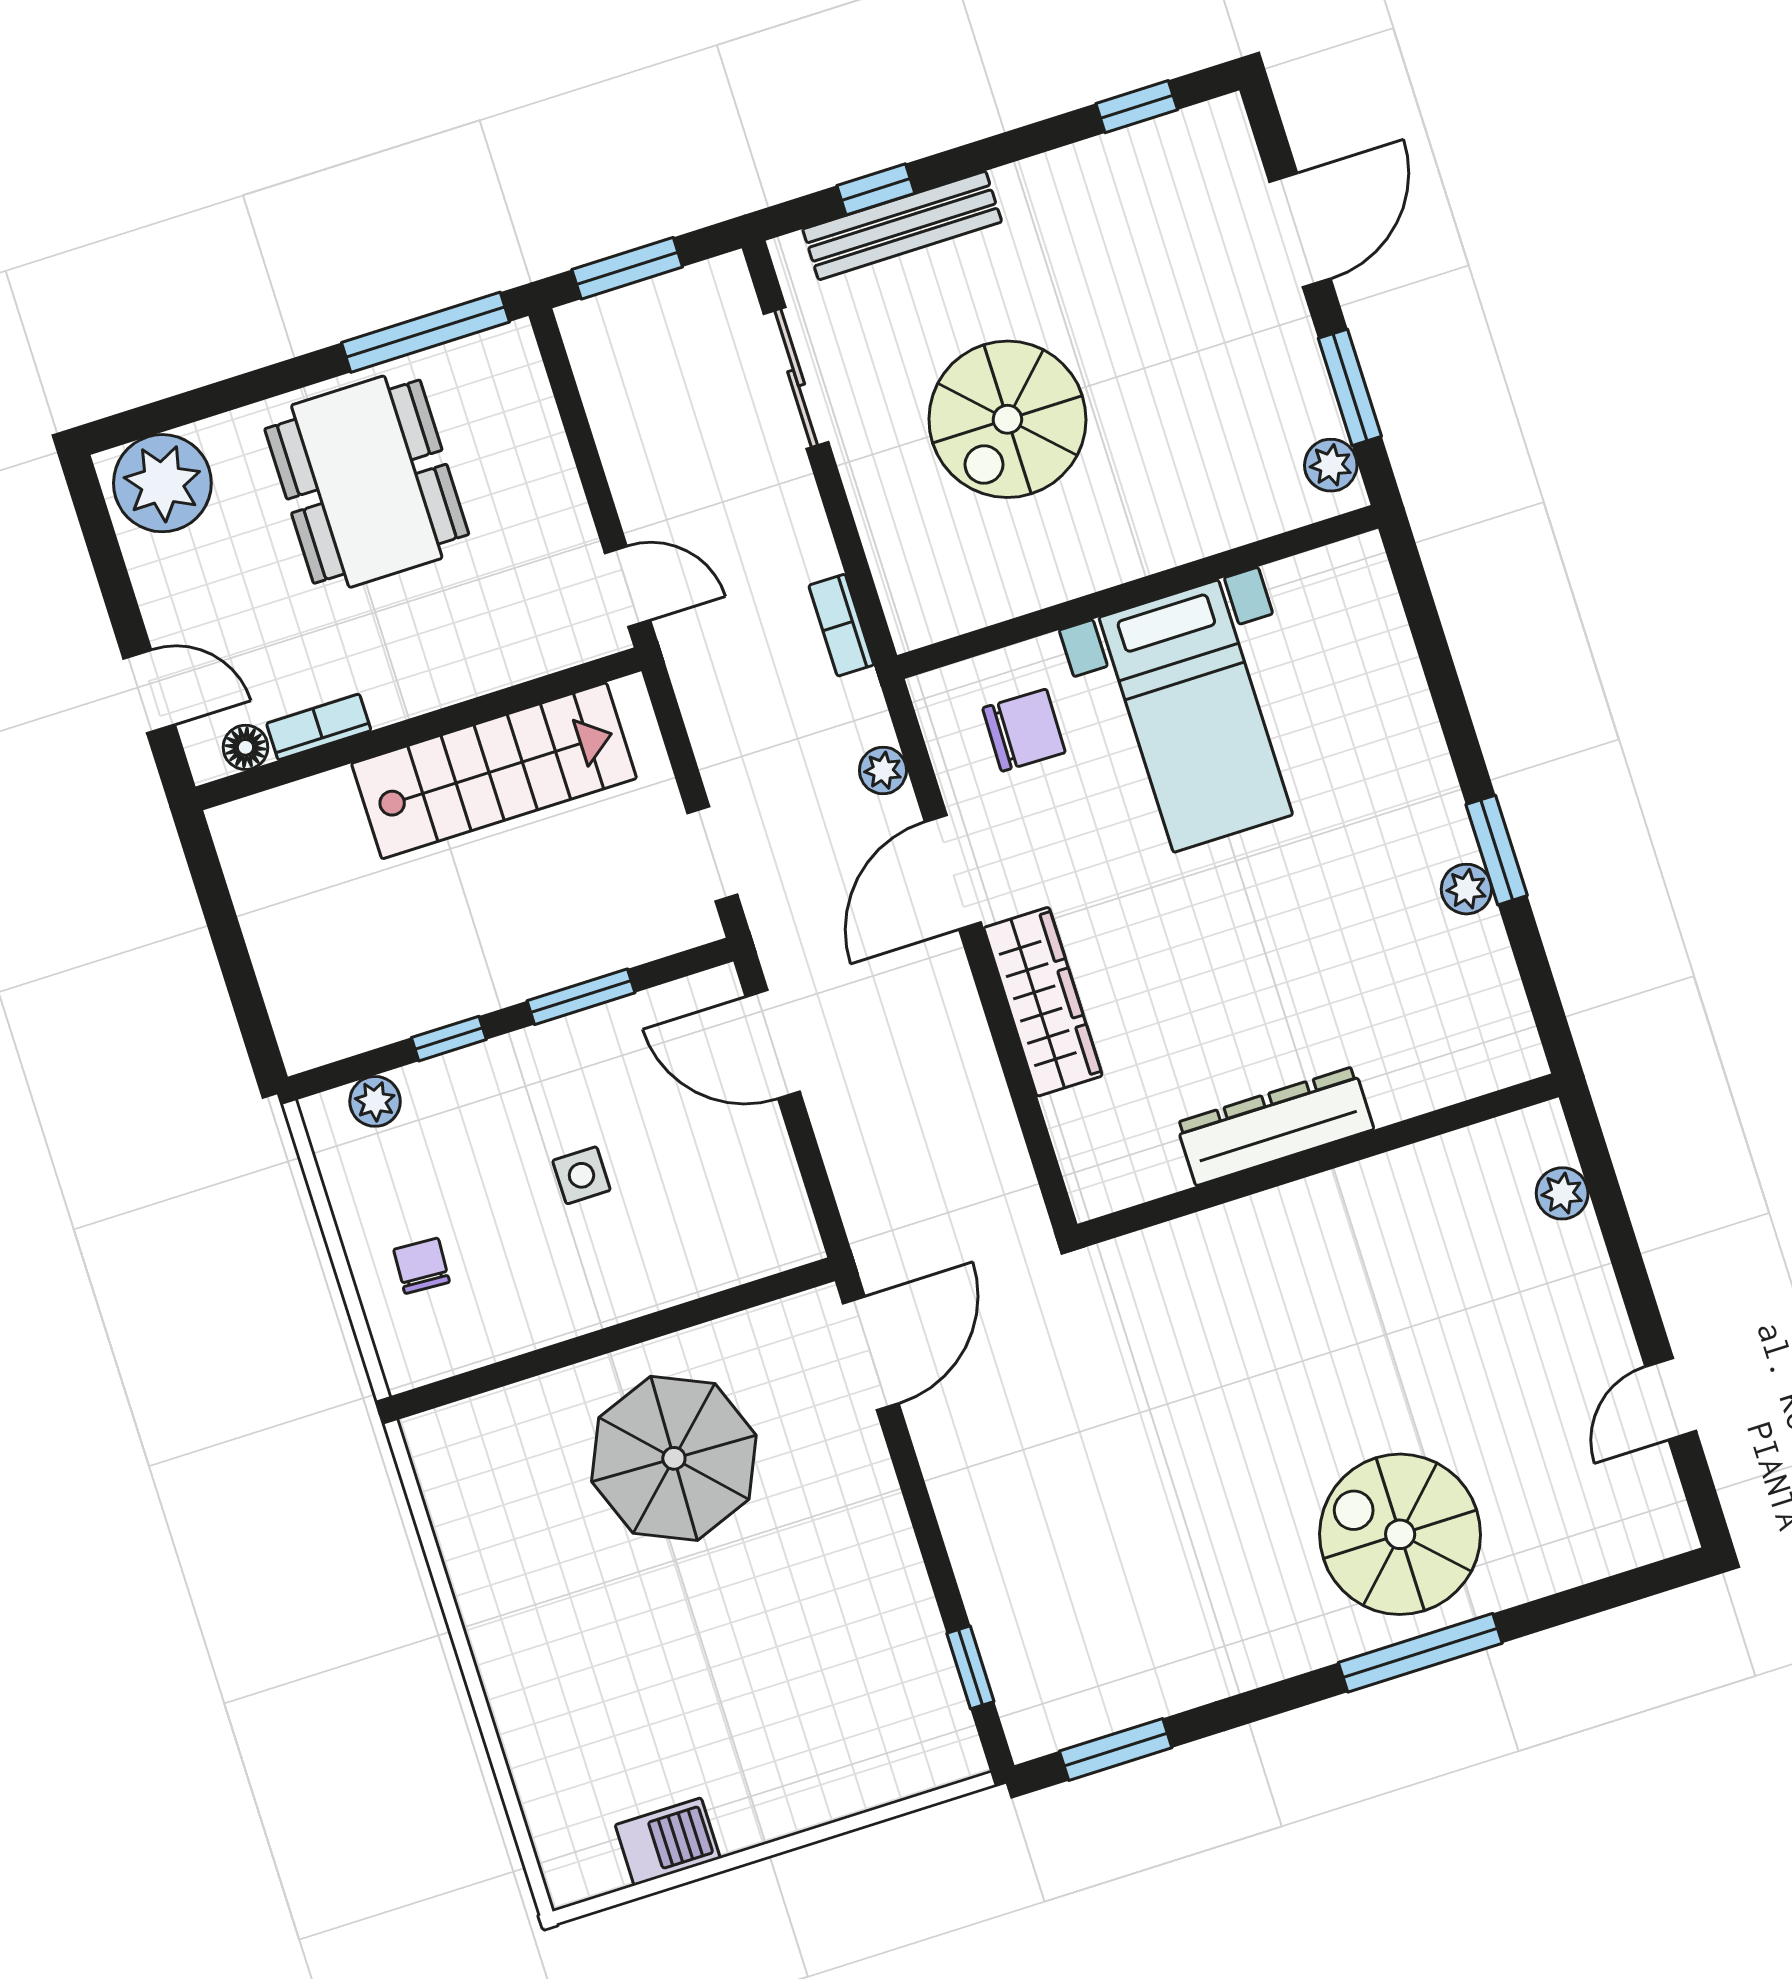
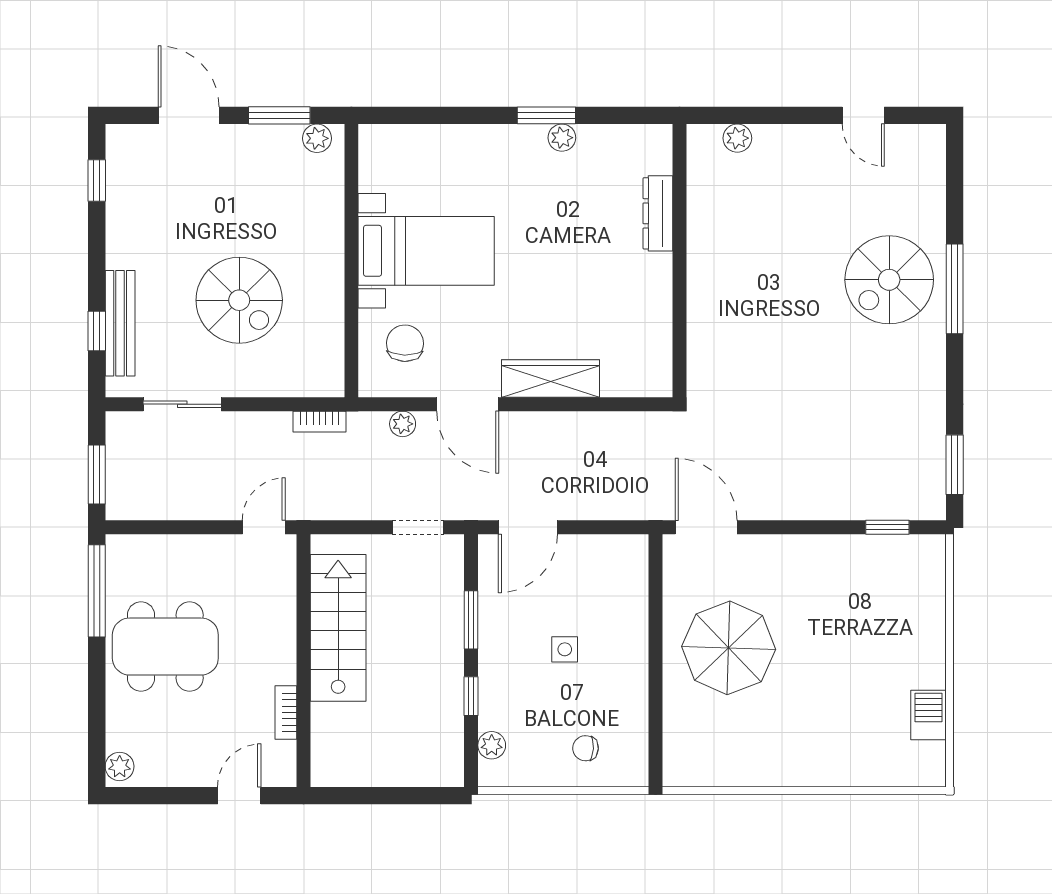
plant: (162, 483) -> (120, 766), width x0.53, depth x0.53
floor lamp: (245, 747) -> (284, 754), removed
dresser: (1275, 1126) -> (658, 213), moved, width x0.73, depth x0.80

